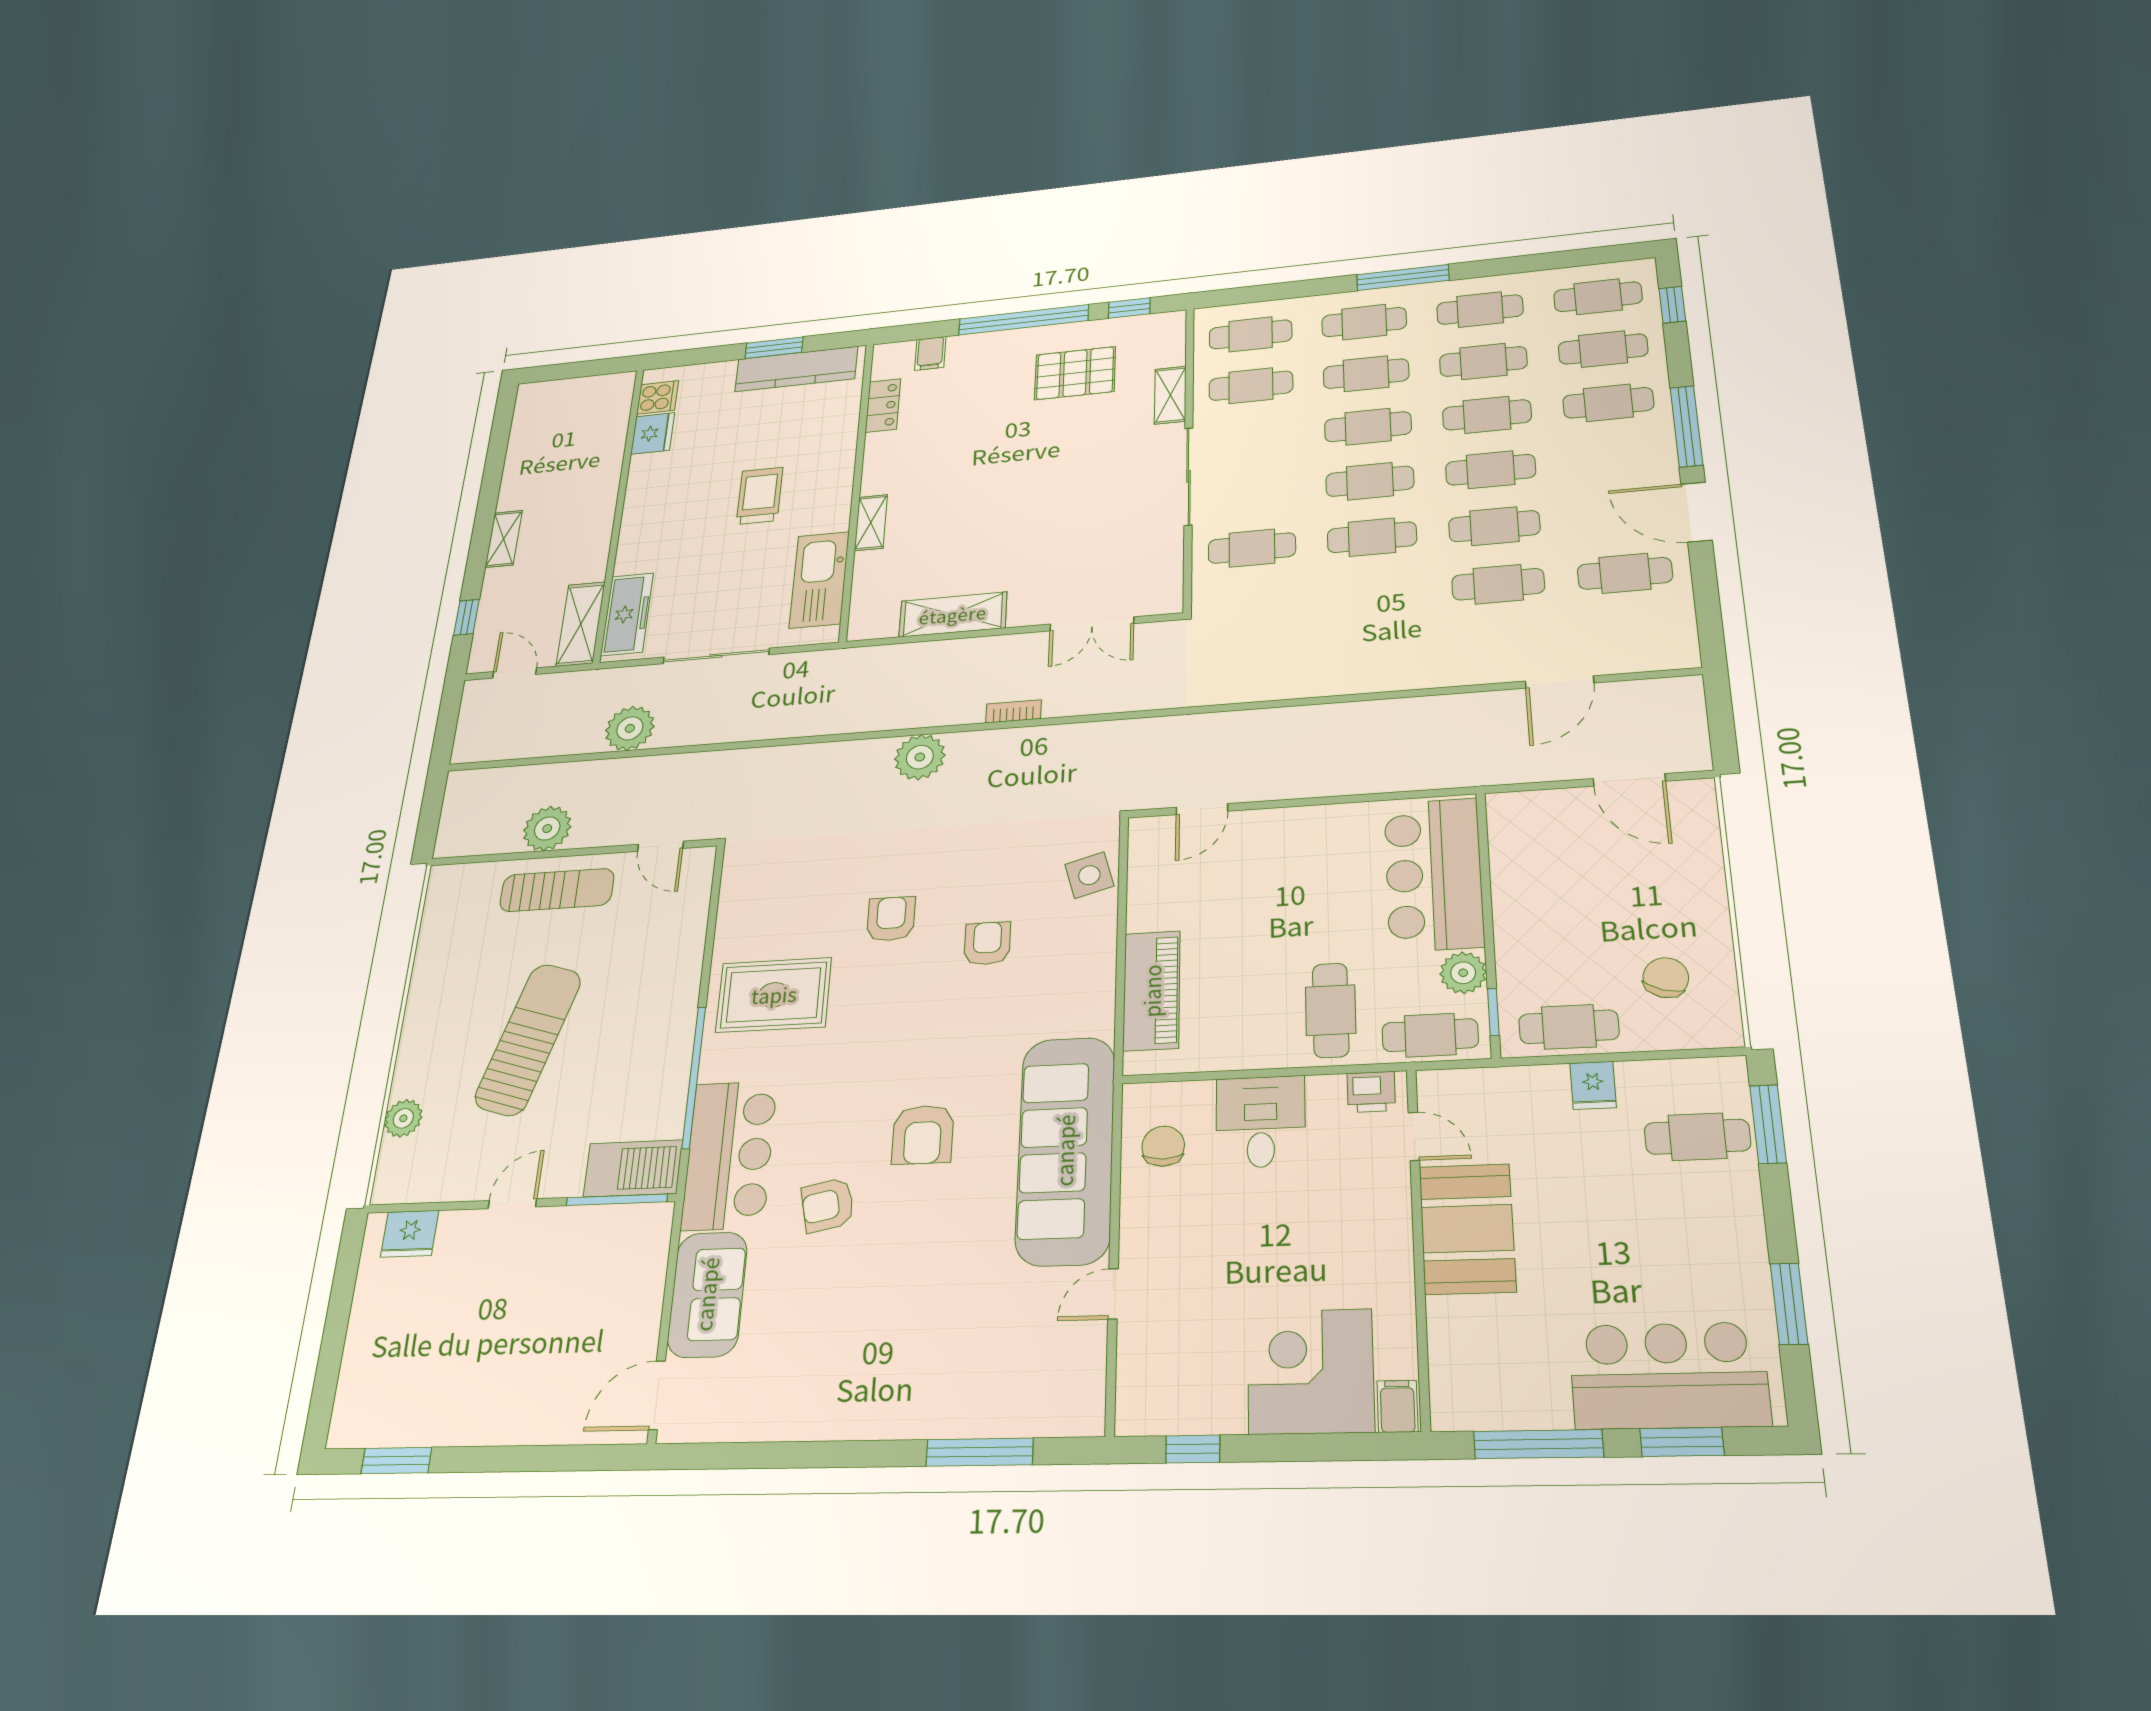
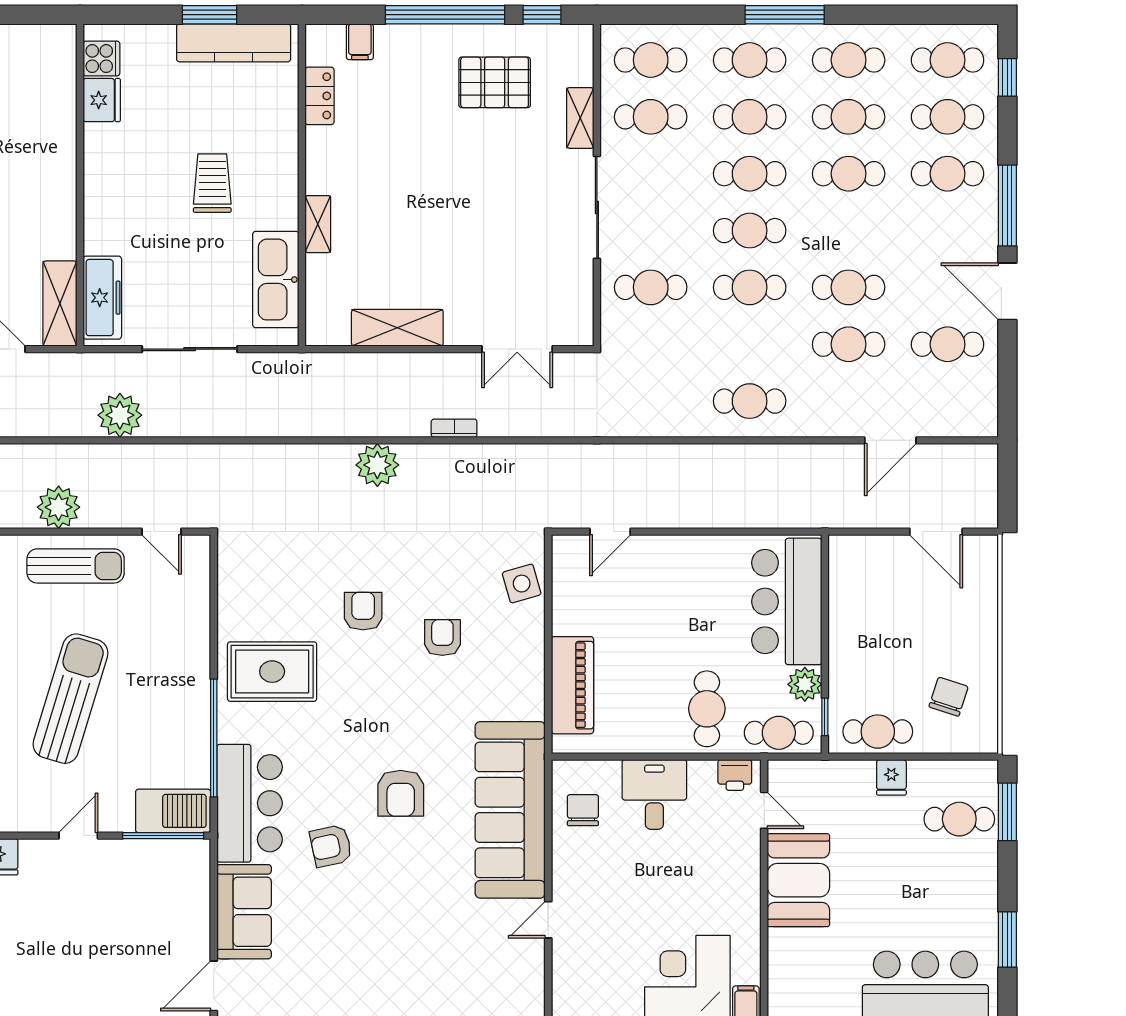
cafe table: (1491, 470) -> (750, 401), moved

